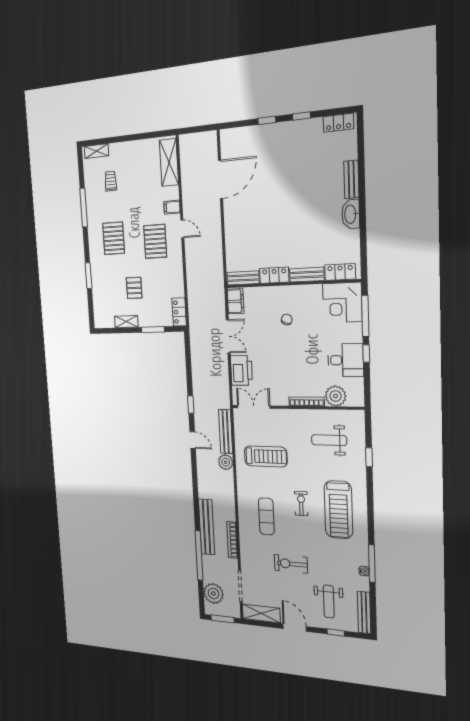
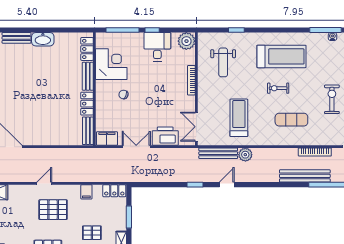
filing cabinet: (172, 207) -> (86, 192), moved
corner desk: (342, 303) -> (111, 64), moved, turned -90
plant: (336, 396) -> (186, 41), moved
exercise bike: (291, 564) -> (332, 99), turned 180

